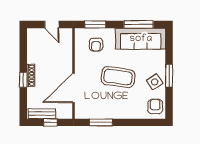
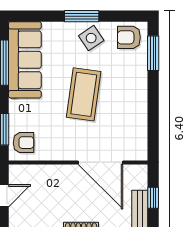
armchair: (96, 45) -> (23, 143), moved
window: (101, 122) -> (153, 53), moved

